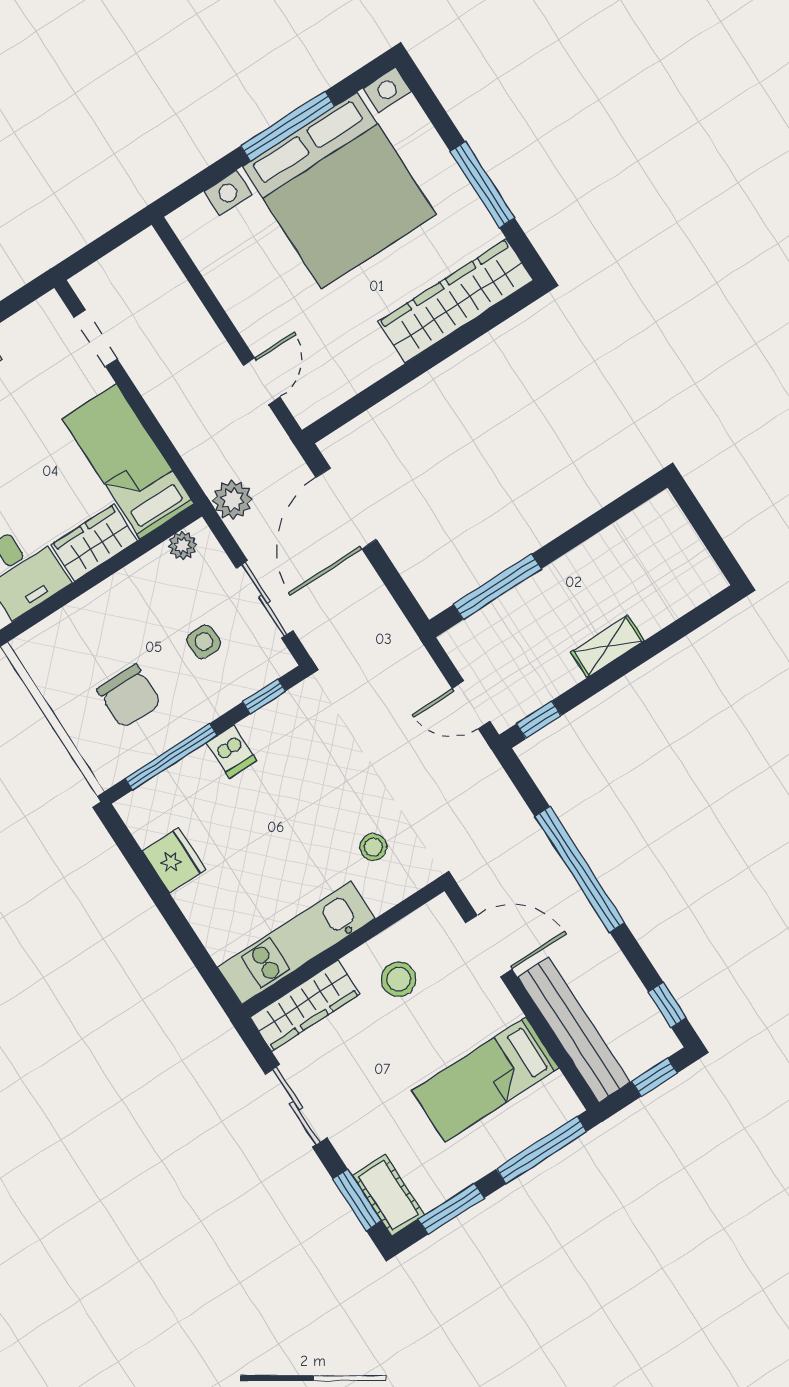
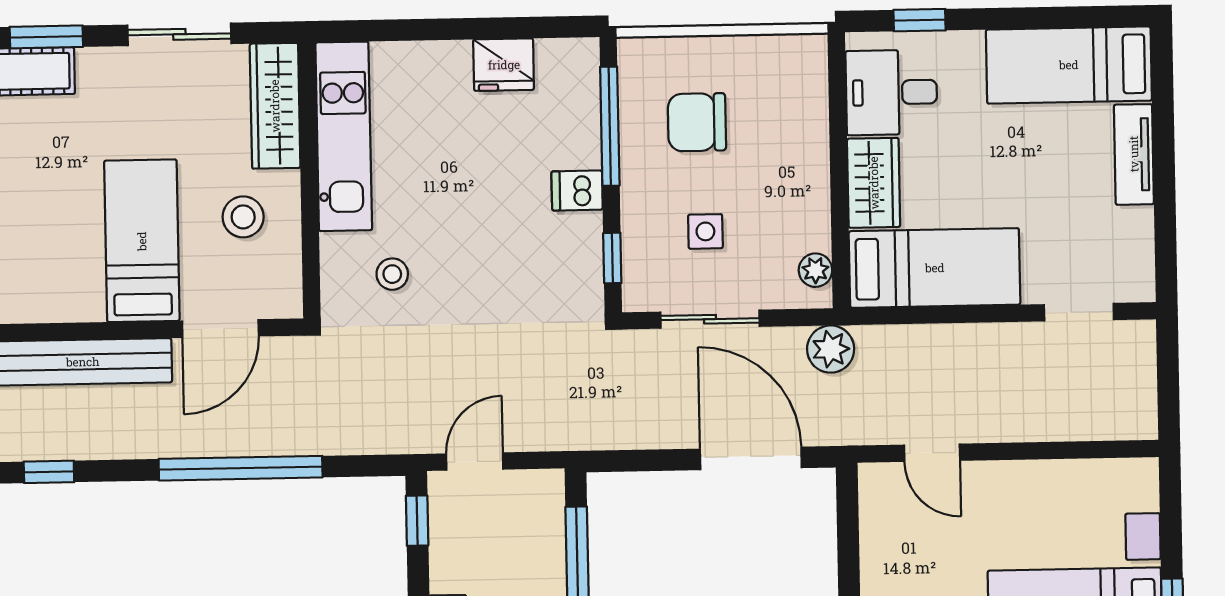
bed: (486, 1080) -> (142, 241), moved

